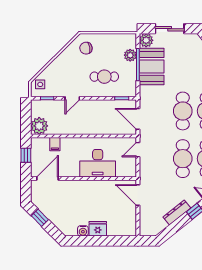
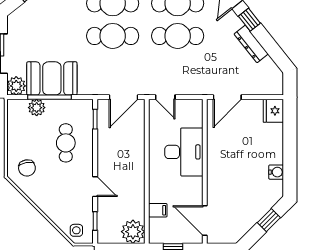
window: (40, 218) -> (269, 220), moved
fridge: (98, 229) -> (273, 111), moved

